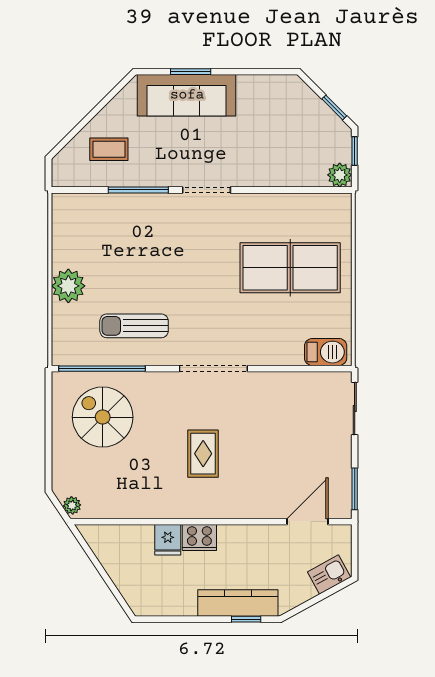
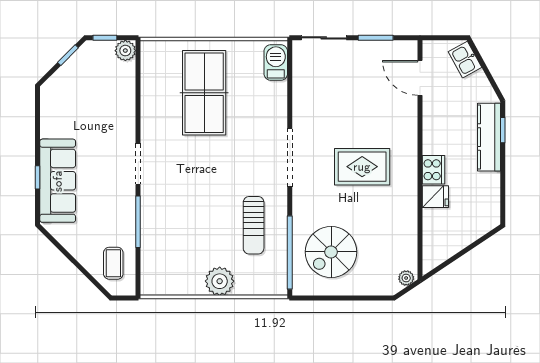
window: (191, 72) -> (38, 177), width x0.67
coffee table: (109, 149) -> (113, 263), moved
rug: (203, 454) -> (362, 167), width x1.36, depth x1.43
window: (355, 489) -> (376, 38), moved

